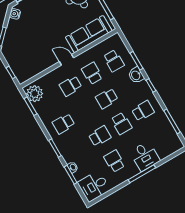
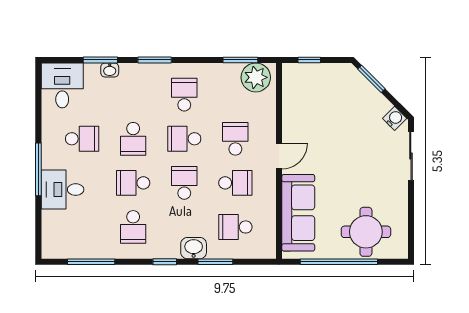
school desk: (85, 111) -> (184, 139), added

